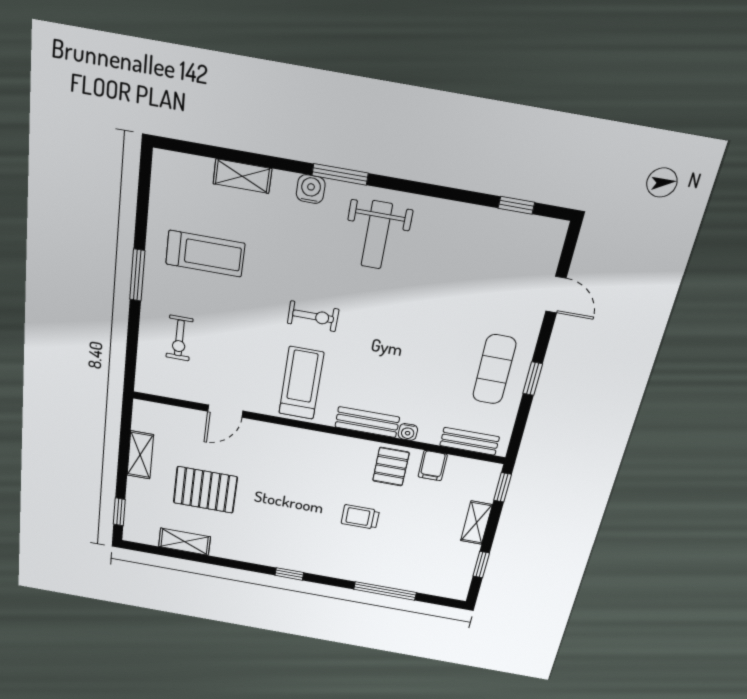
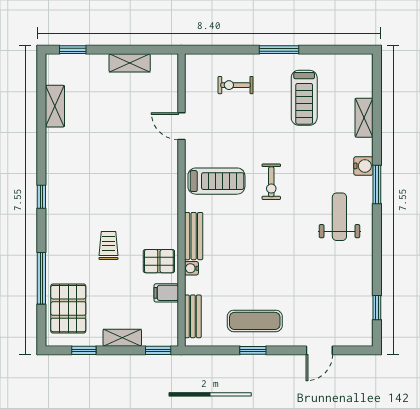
weight bench: (377, 235) -> (339, 217), turned 90
pallet: (205, 490) -> (68, 309), moved

